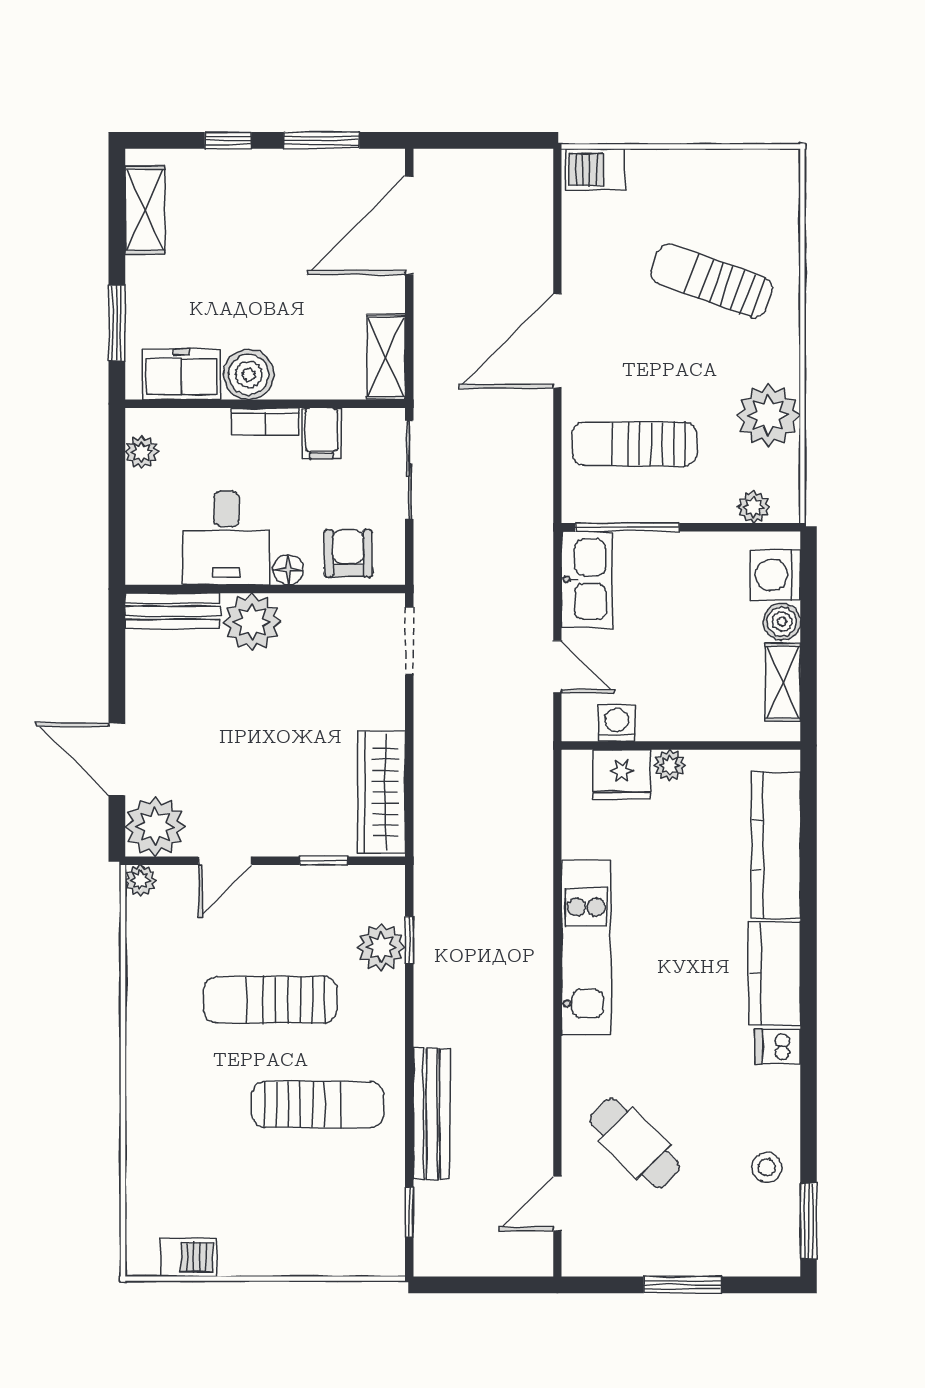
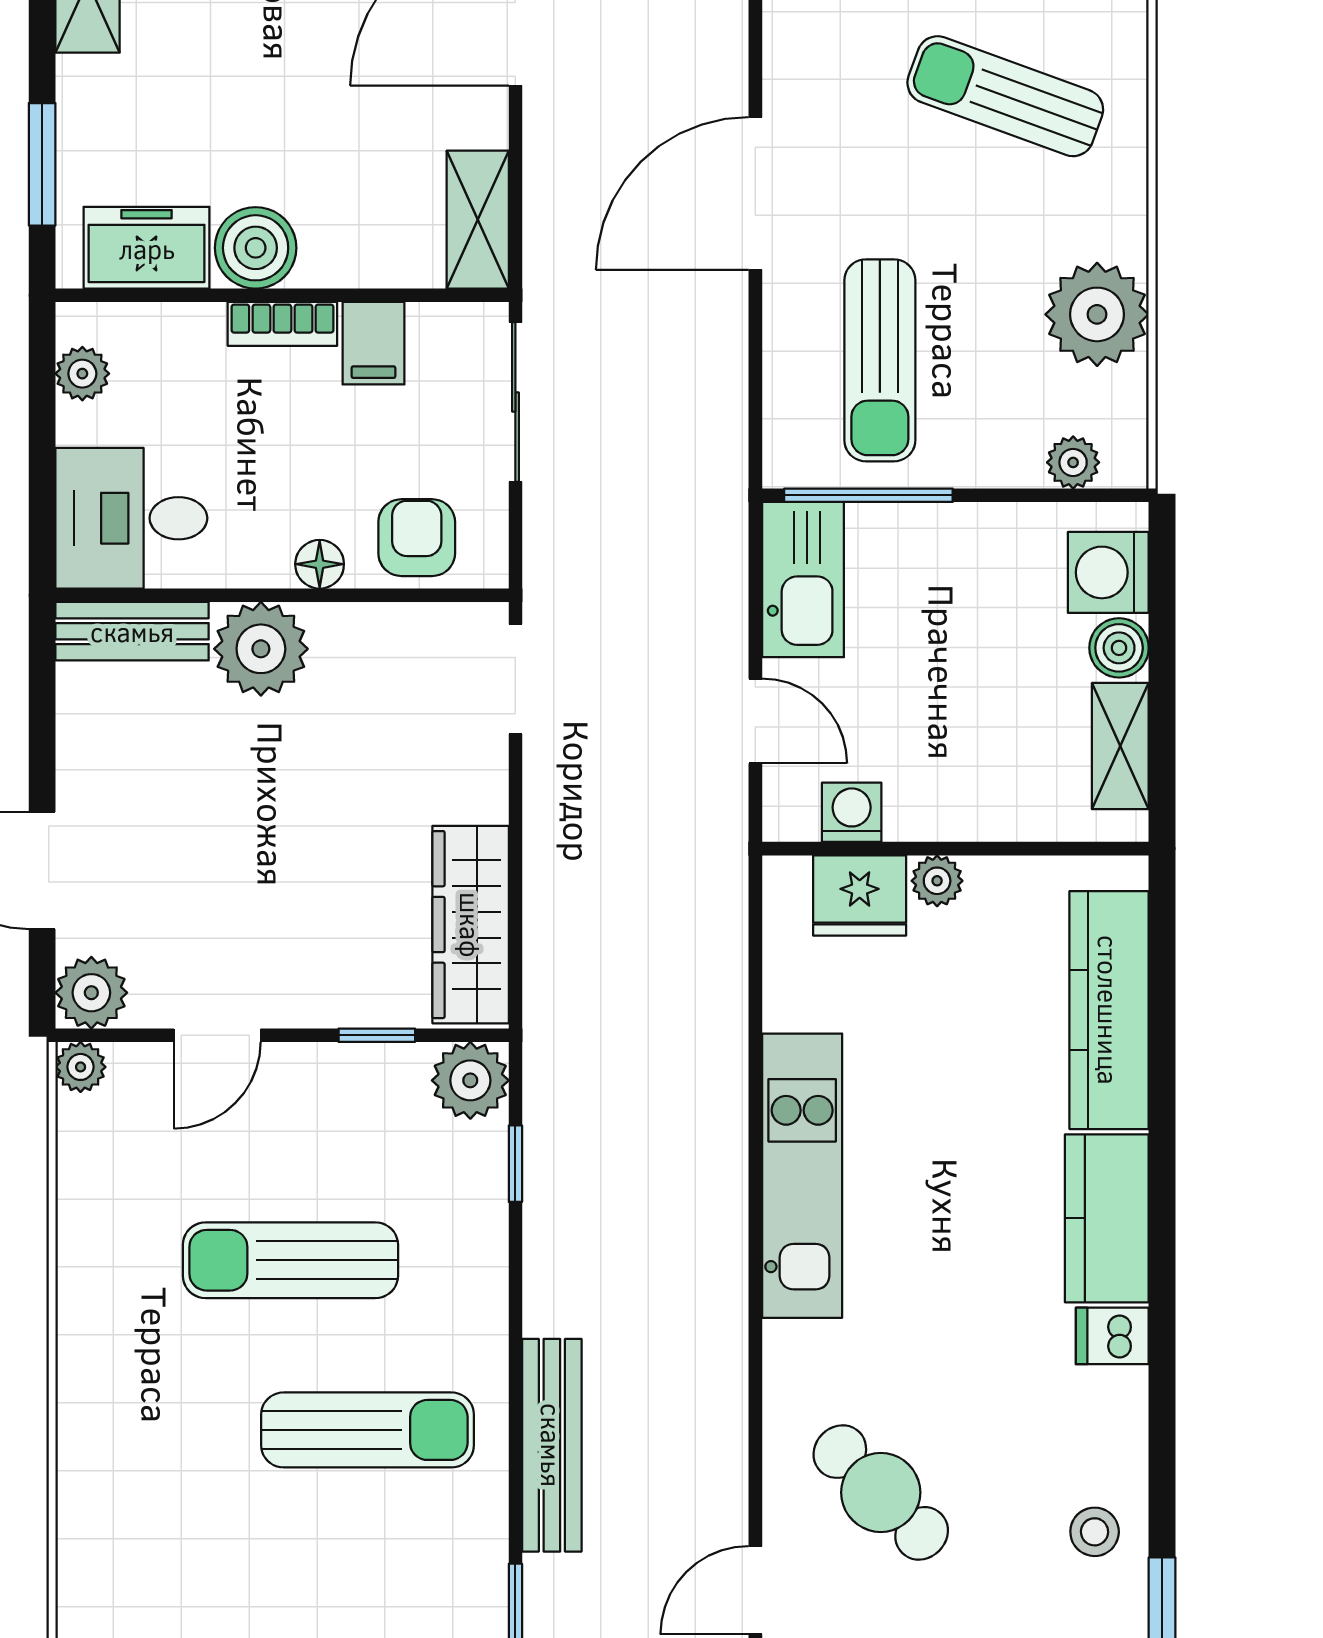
sun lounger: (634, 444) -> (880, 360), turned -90
desk: (226, 538) -> (131, 518), moved, turned 90
plant: (155, 826) -> (91, 993), width x0.73, depth x0.73
plant: (381, 947) -> (470, 1080), moved

